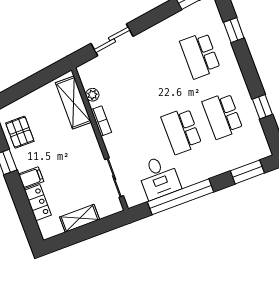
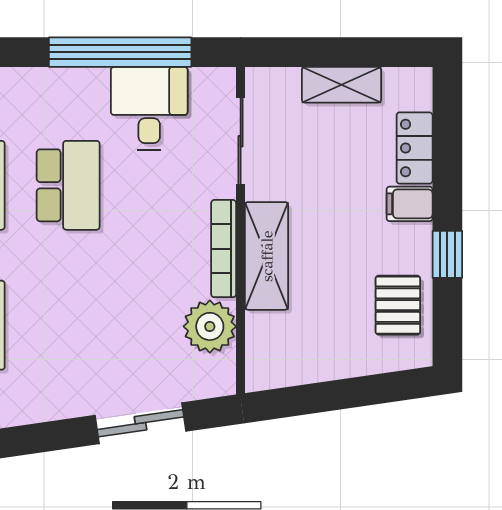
plant: (92, 95) -> (210, 326), width x1.88, depth x1.88
shelving: (73, 103) -> (267, 256), moved
bookcase: (101, 121) -> (224, 249), width x1.56

